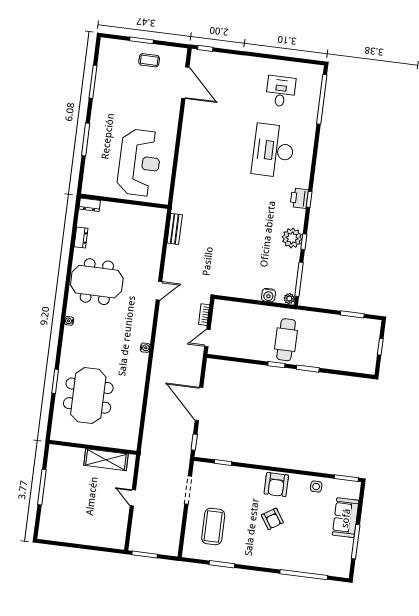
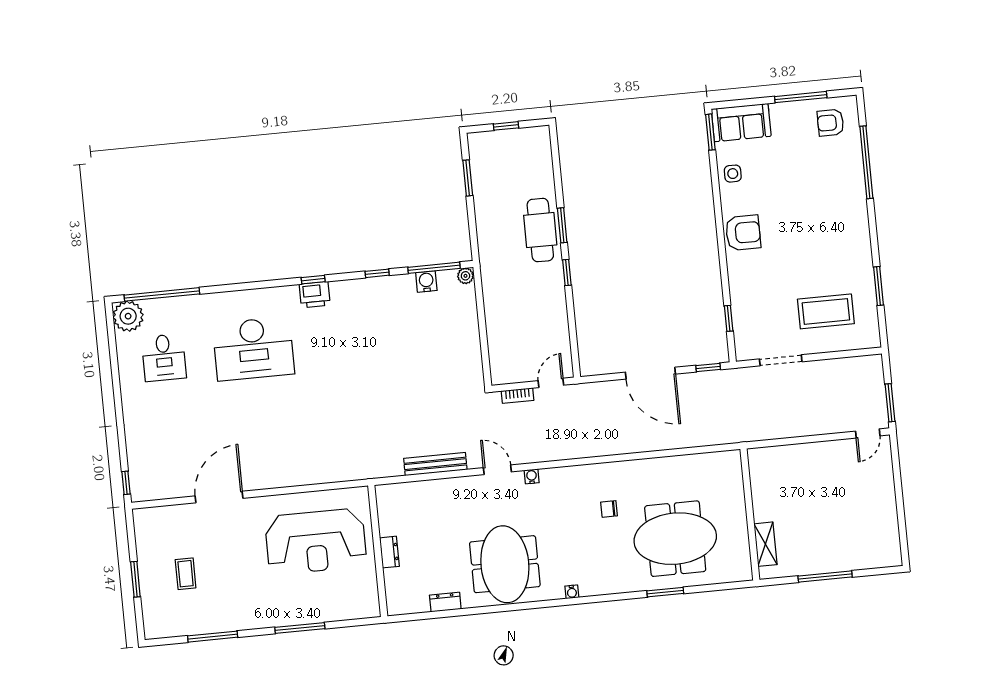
coffee table: (149, 60) -> (186, 574), moved
door: (185, 83) -> (219, 497), moved
desk: (281, 91) -> (164, 358), turned -90
reception desk: (139, 163) -> (316, 541), turned 180
dresser: (90, 205) -> (389, 552), moved
bench: (175, 229) -> (435, 464), moved, width x1.36
plant: (292, 238) -> (128, 316), moved
water cooler: (269, 295) -> (426, 282), moved, turned -90
door: (207, 338) -> (551, 383), swing flipped
cafe table: (286, 340) -> (540, 230), moved, turned 90
water cooler: (145, 348) -> (532, 476), moved
chair: (117, 357) -> (609, 509), added
door: (199, 404) -> (650, 373), hinge flipped
shelving: (106, 460) -> (765, 544), moved, width x0.67, depth x0.75
door: (133, 498) -> (868, 433), moved
sofa: (346, 518) -> (741, 123), moved
armchair: (272, 519) -> (831, 123), moved, turned -147

